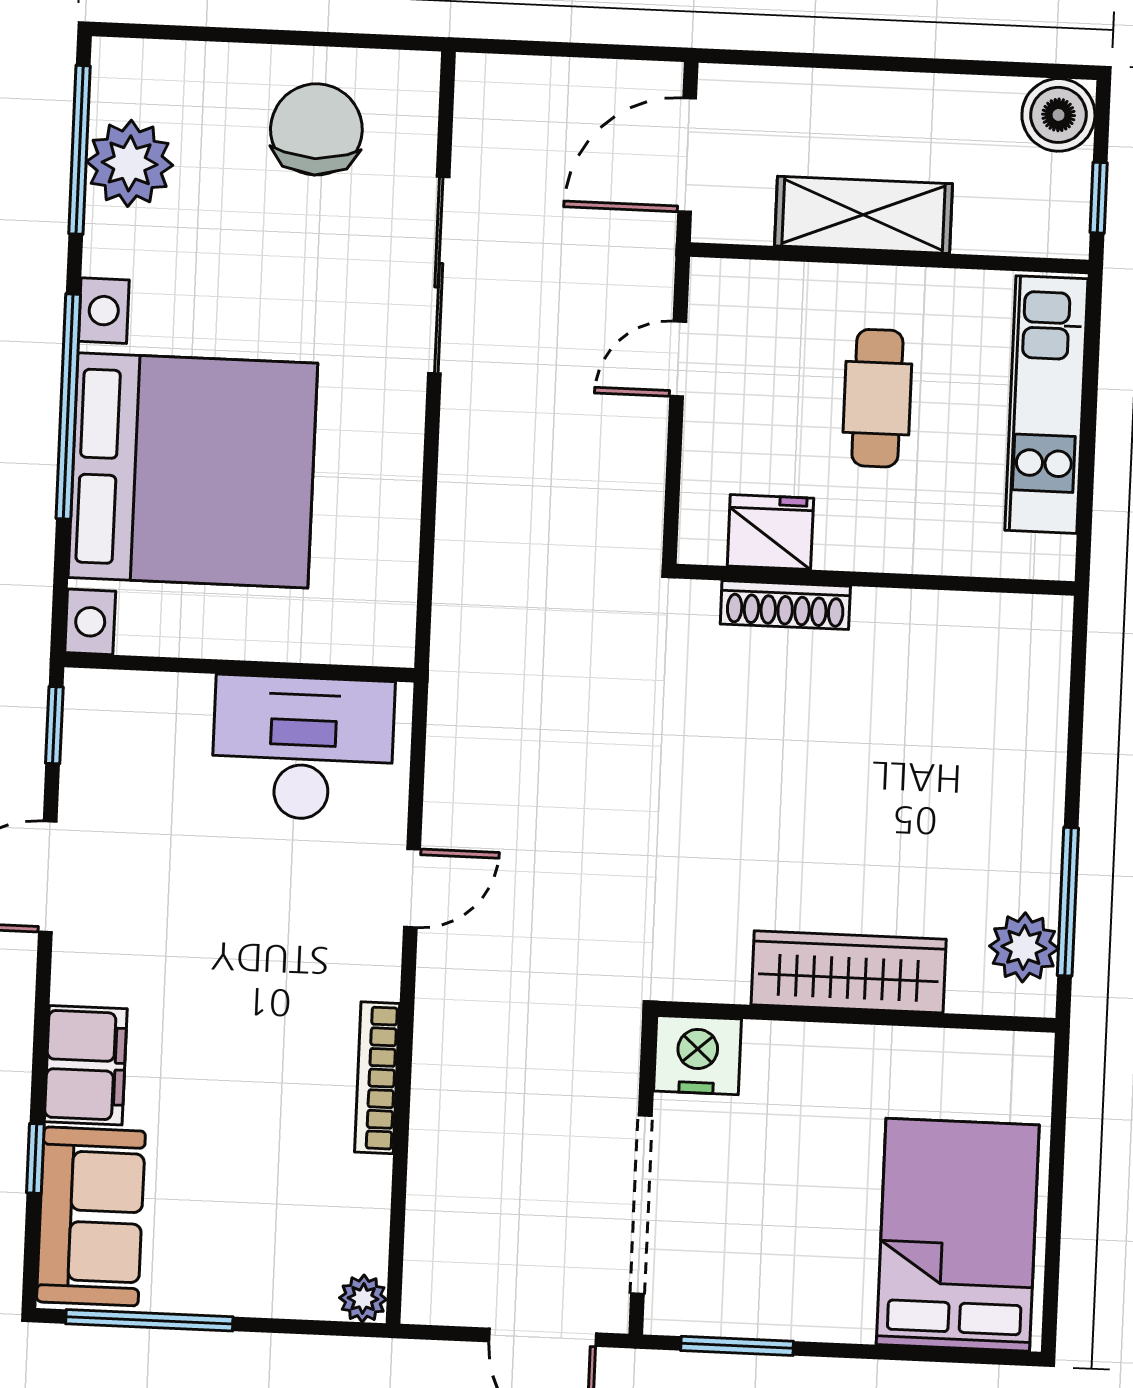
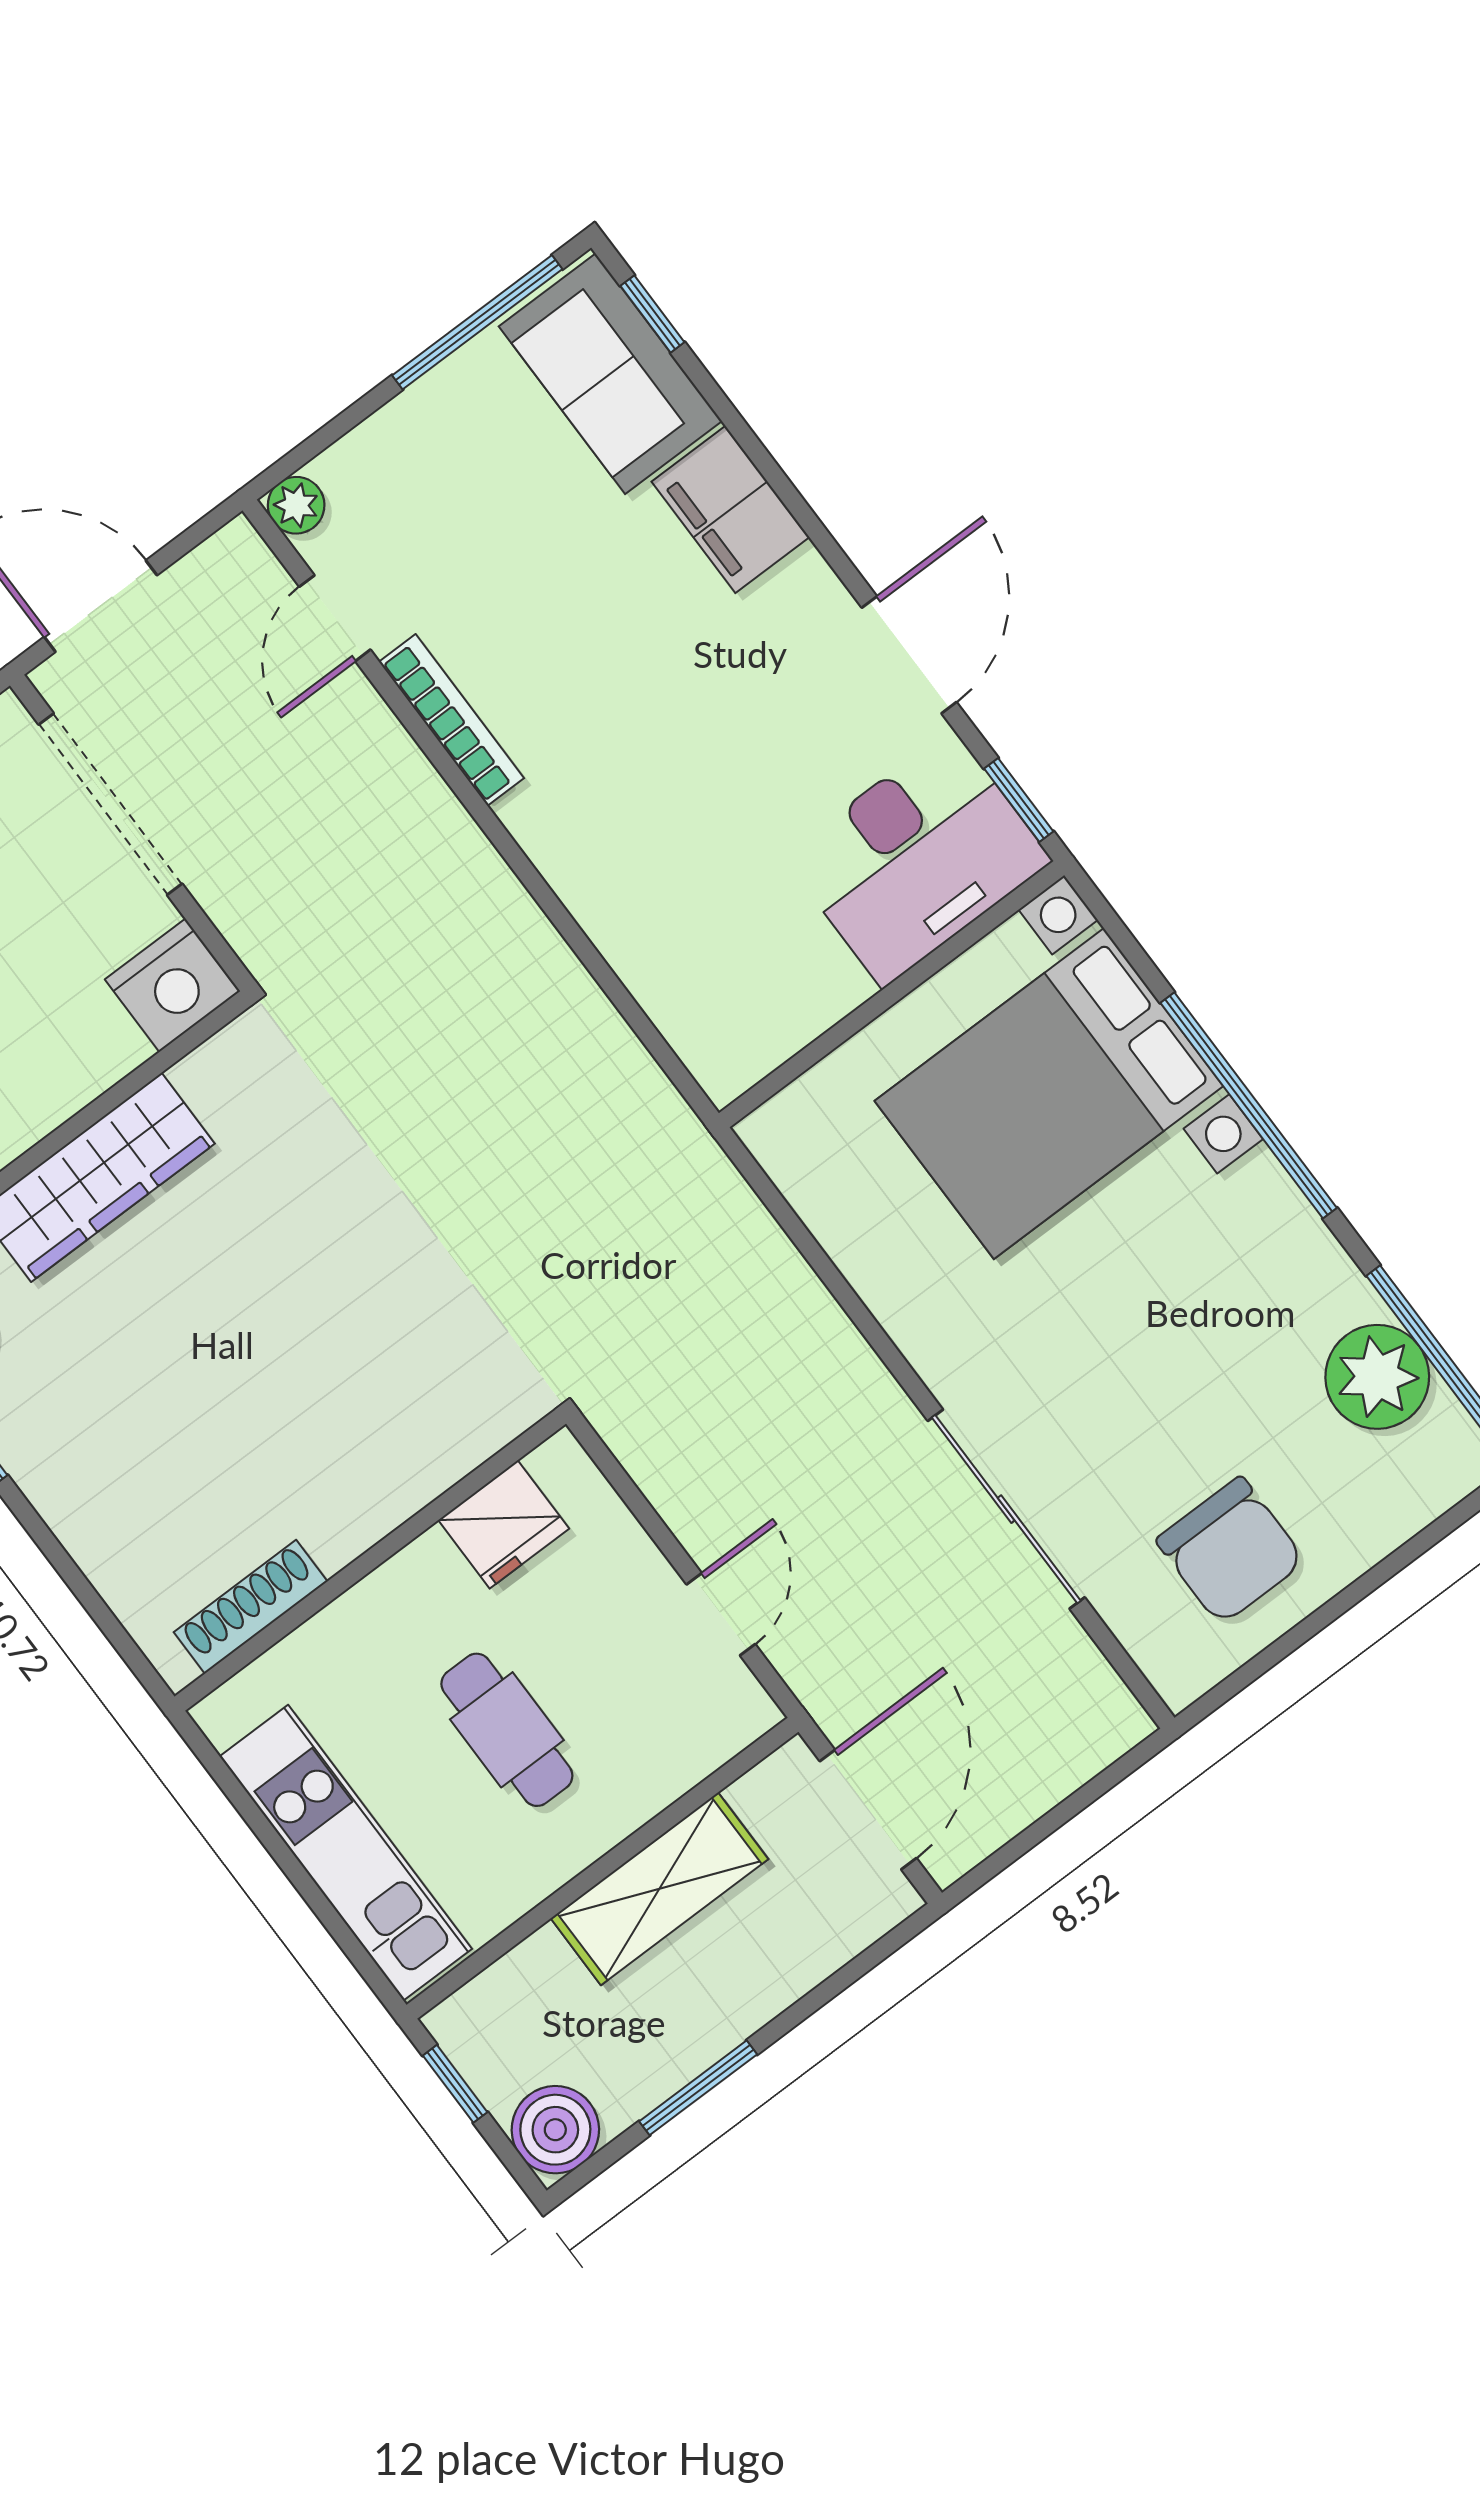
window: (944, 66) -> (698, 2088), added
bed with nightstands: (193, 470) -> (1049, 1094), width x0.73
shoe rack: (785, 605) -> (251, 1607), moved
desk: (303, 748) -> (917, 858), moved
door: (412, 888) -> (335, 618), moved
window: (35, 1158) -> (652, 314), moved

